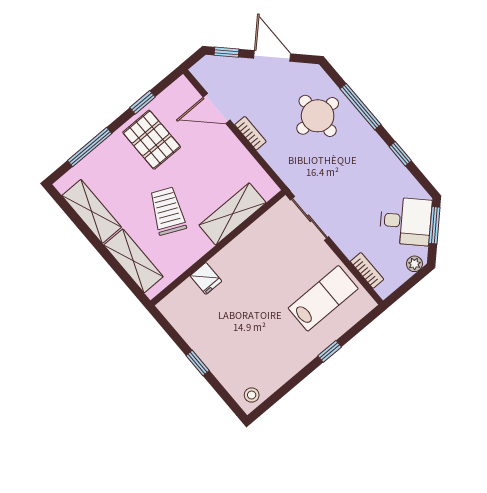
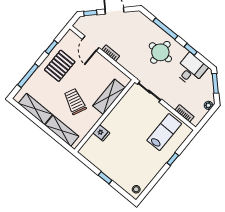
door: (217, 109) -> (91, 43), hinge flipped
round table: (318, 116) -> (160, 52), moved
pallet: (152, 140) -> (60, 66), turned 90
desk: (406, 221) -> (191, 69), moved, turned -45

